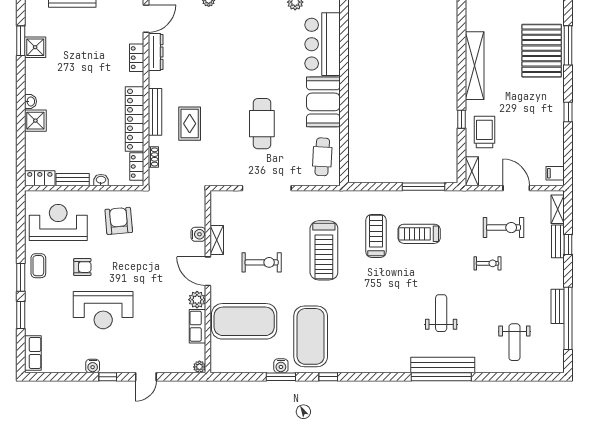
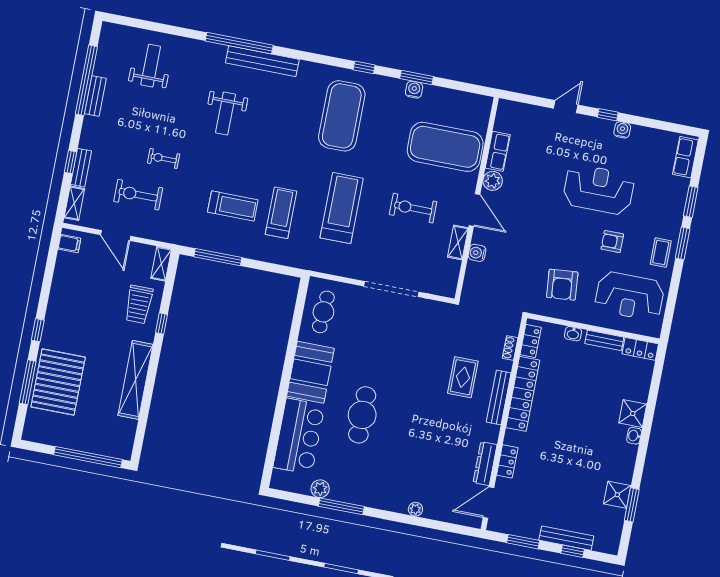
window: (568, 112) -> (38, 330), moved
cafe table: (262, 124) -> (362, 415), moved
treadmill: (376, 236) -> (281, 213), turned 180
exercise mat: (311, 336) -> (342, 116), moved
bench: (443, 365) -> (262, 61), moved
plant: (199, 367) -> (504, 106), removed

